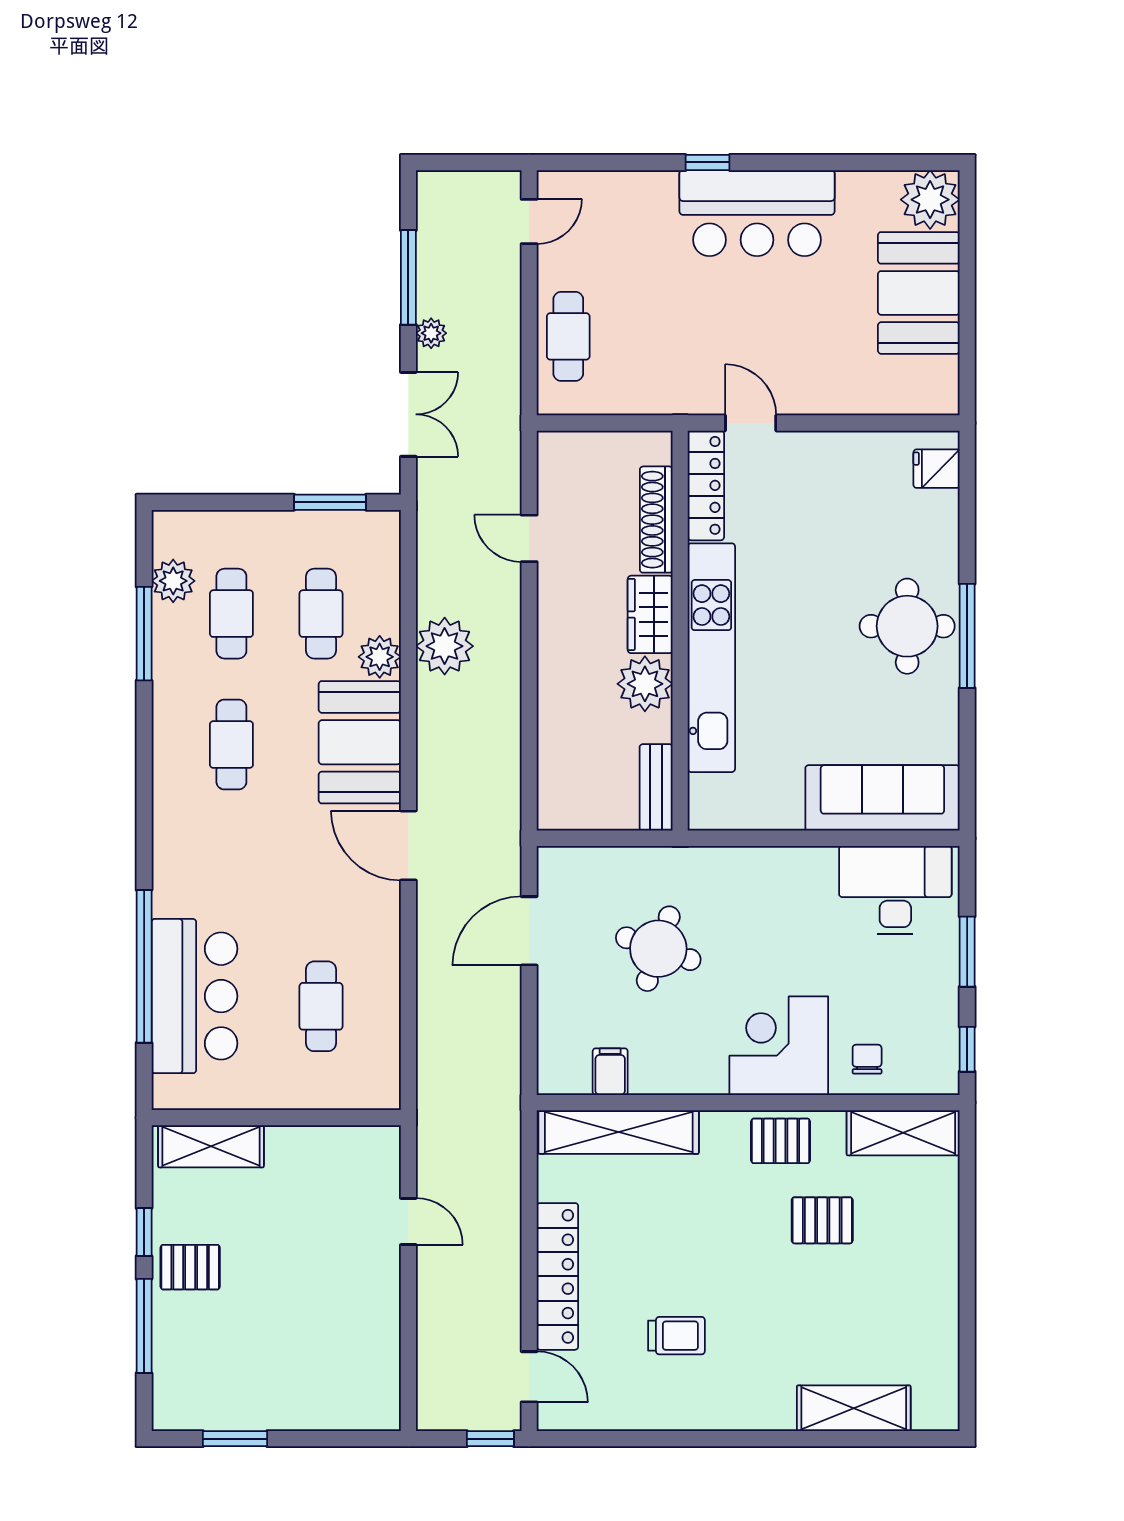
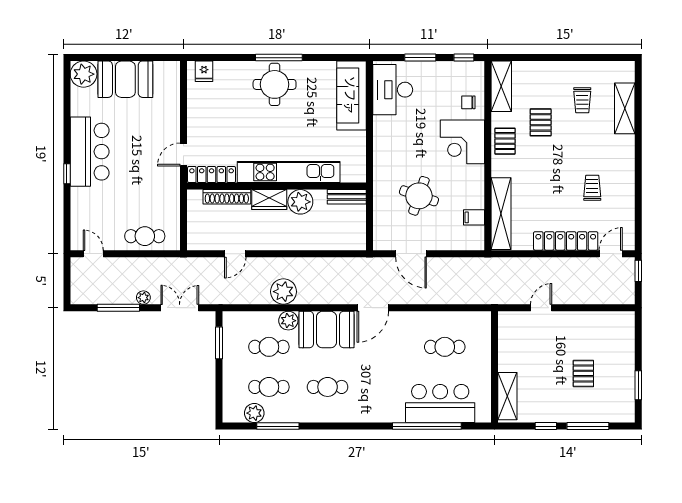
pallet: (190, 1267) -> (583, 373), moved
trolley: (872, 1314) -> (582, 100), added

